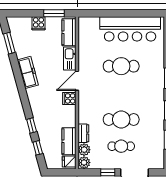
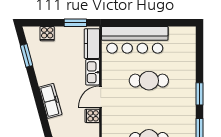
cooker: (38, 23) -> (47, 34), moved
bar counter: (130, 29) -> (135, 40), moved
freezer: (28, 72) -> (50, 101), moved

